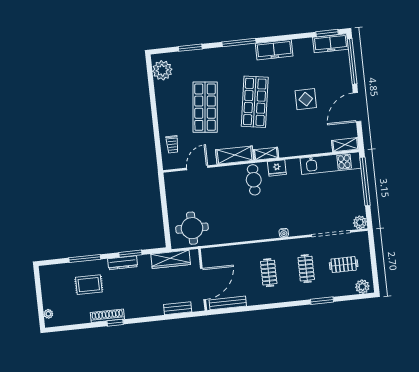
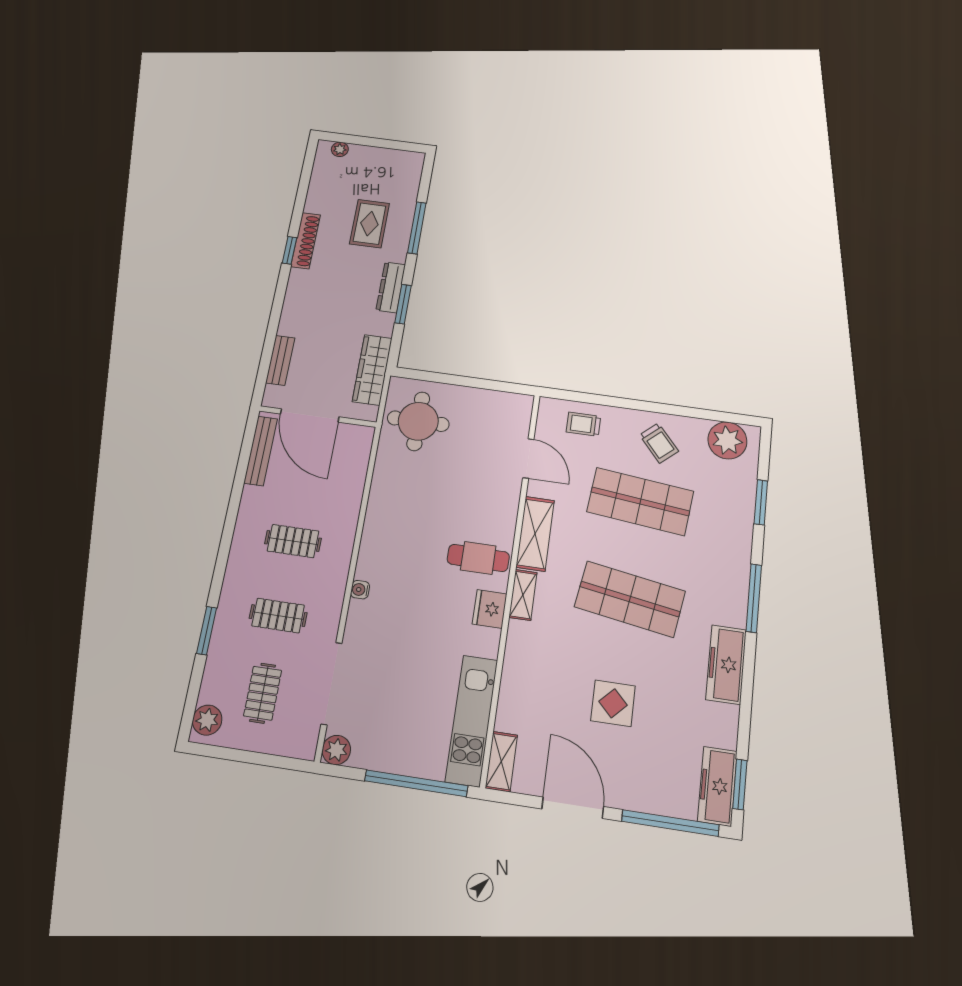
trolley: (172, 104) -> (659, 443), added

